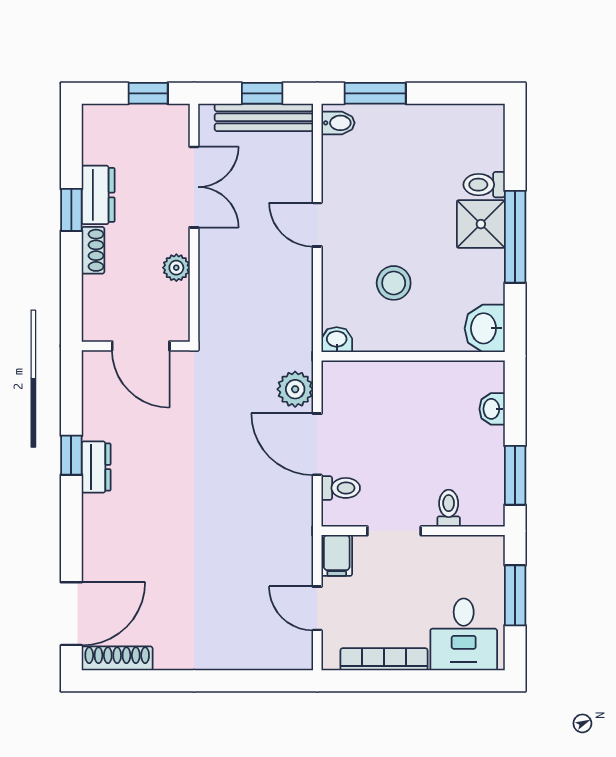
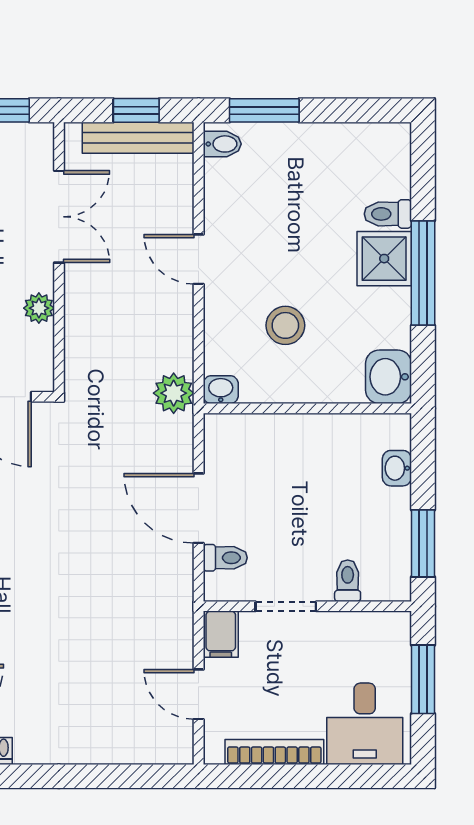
plant: (295, 389) -> (174, 393), moved

